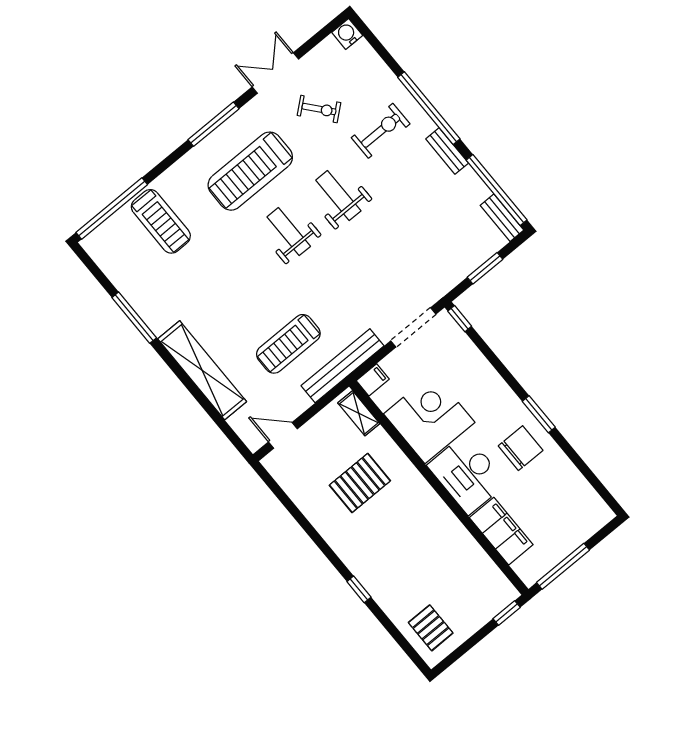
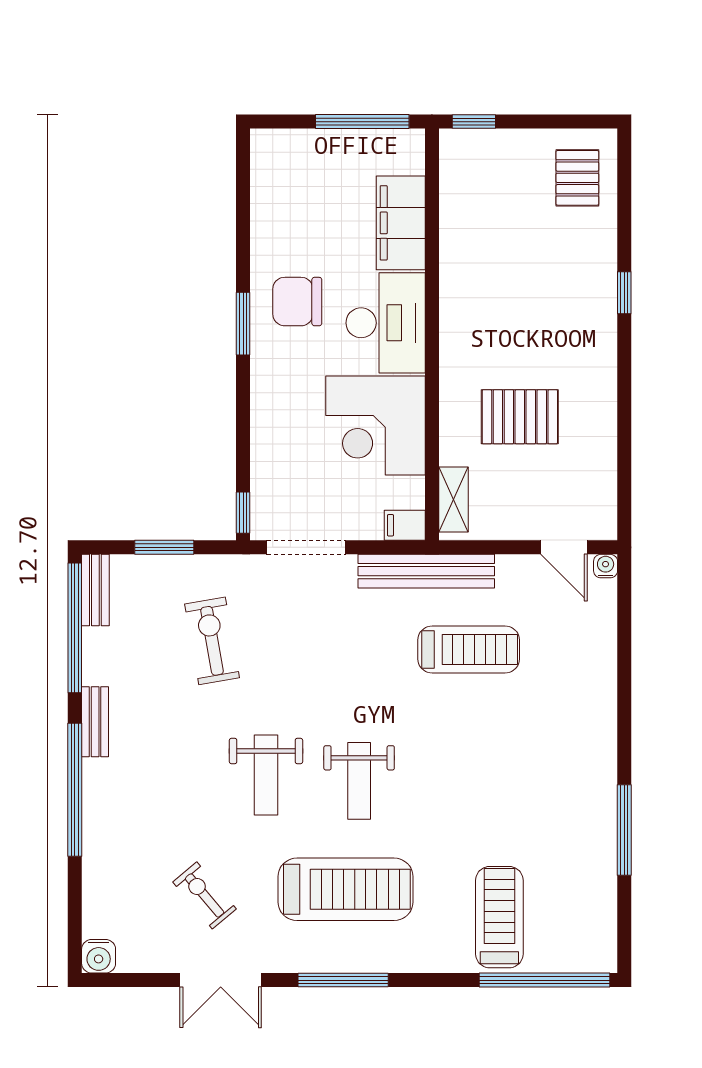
exercise bike: (381, 131) -> (212, 641), moved, turned 80
shelving: (202, 370) -> (596, 702), removed
water cooler: (254, 443) -> (606, 566), added

